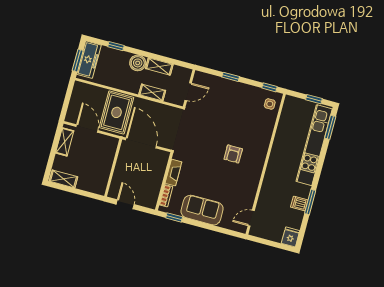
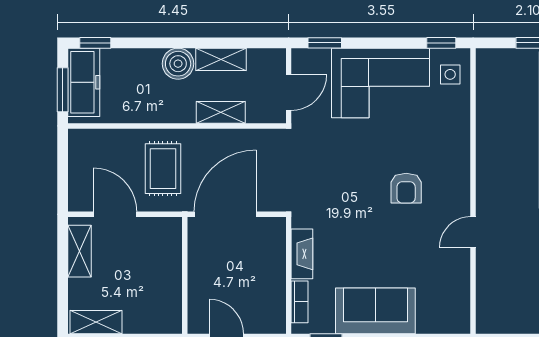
window: (116, 46) -> (95, 43), moved
window: (231, 77) -> (325, 43), moved
corner sofa: (234, 99) -> (381, 83), added
rug: (116, 112) -> (163, 169), width x0.73, depth x0.70
door: (141, 143) -> (225, 214), hinge flipped
door: (251, 218) -> (473, 232), moved

